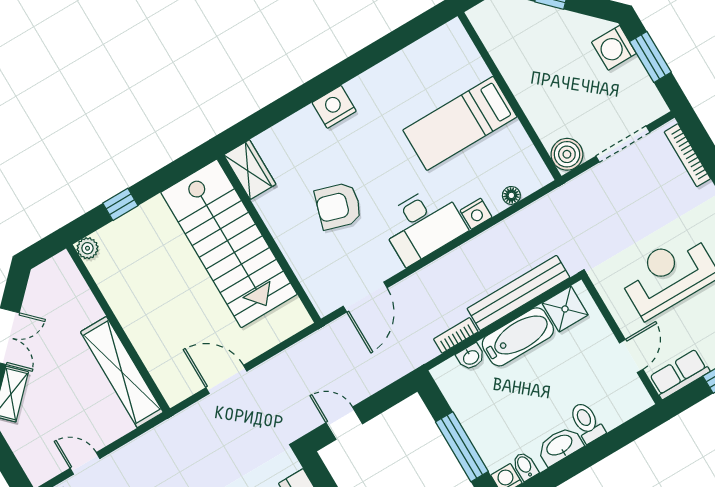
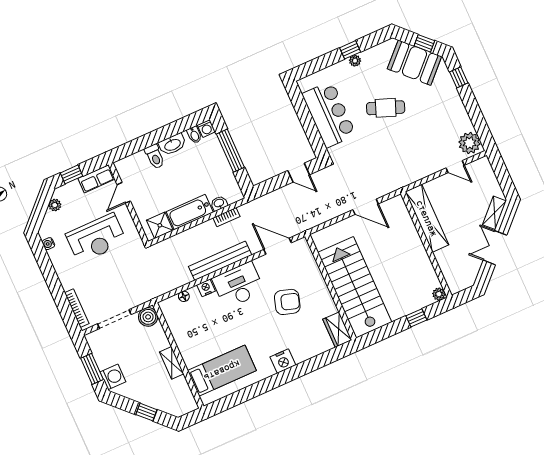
shelving: (519, 82) -> (172, 363), added
bed: (460, 123) -> (222, 371), moved
bench: (518, 293) -> (220, 261), moved
door: (365, 297) -> (278, 246), hinge flipped

